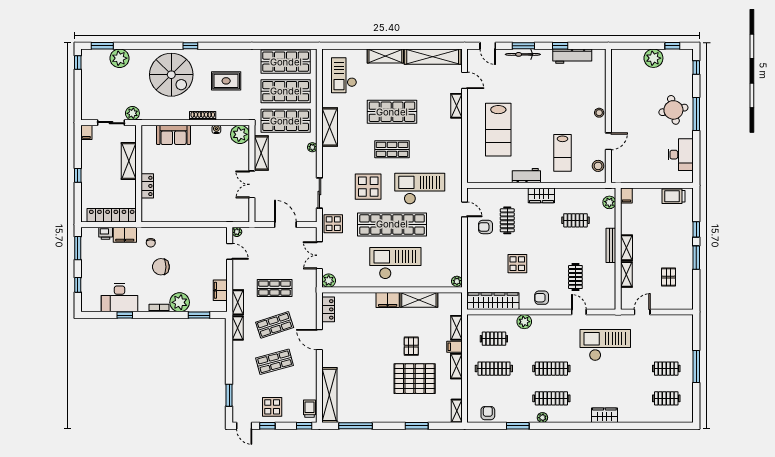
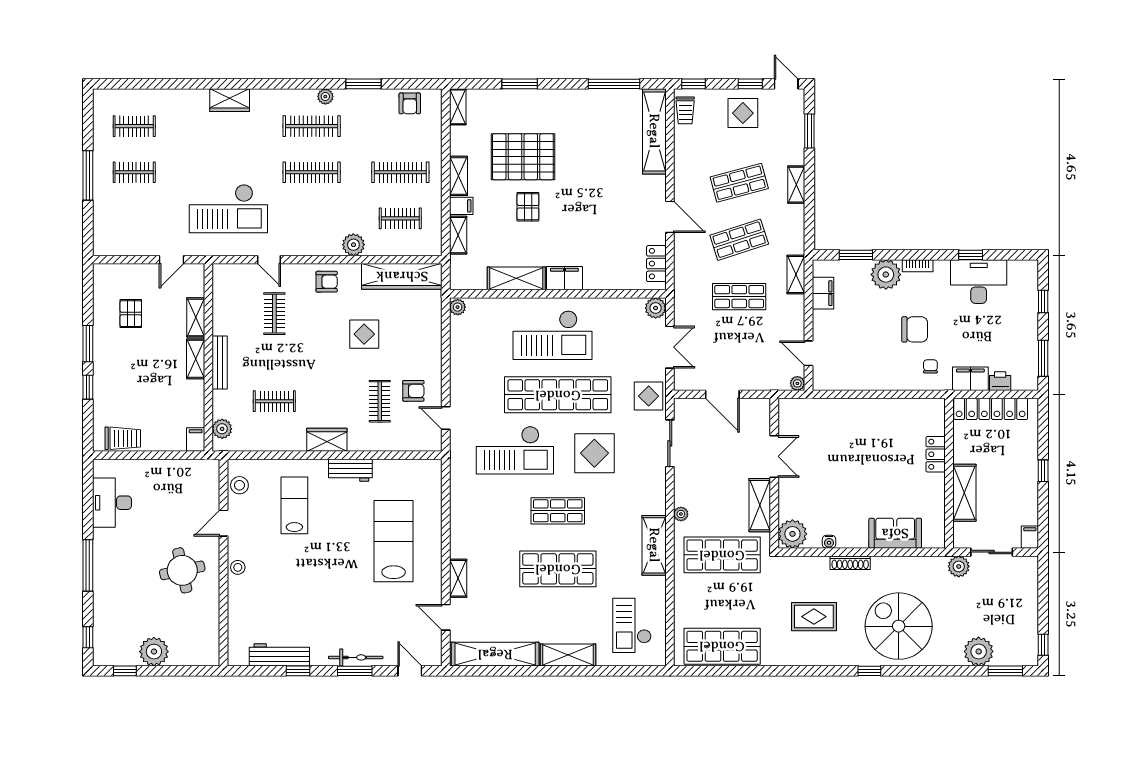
checkout: (344, 75) -> (632, 625), turned 180
shop shelf: (286, 91) -> (722, 601), removed
round table: (673, 110) -> (182, 570), moved
shelving: (238, 328) -> (796, 185), moved

